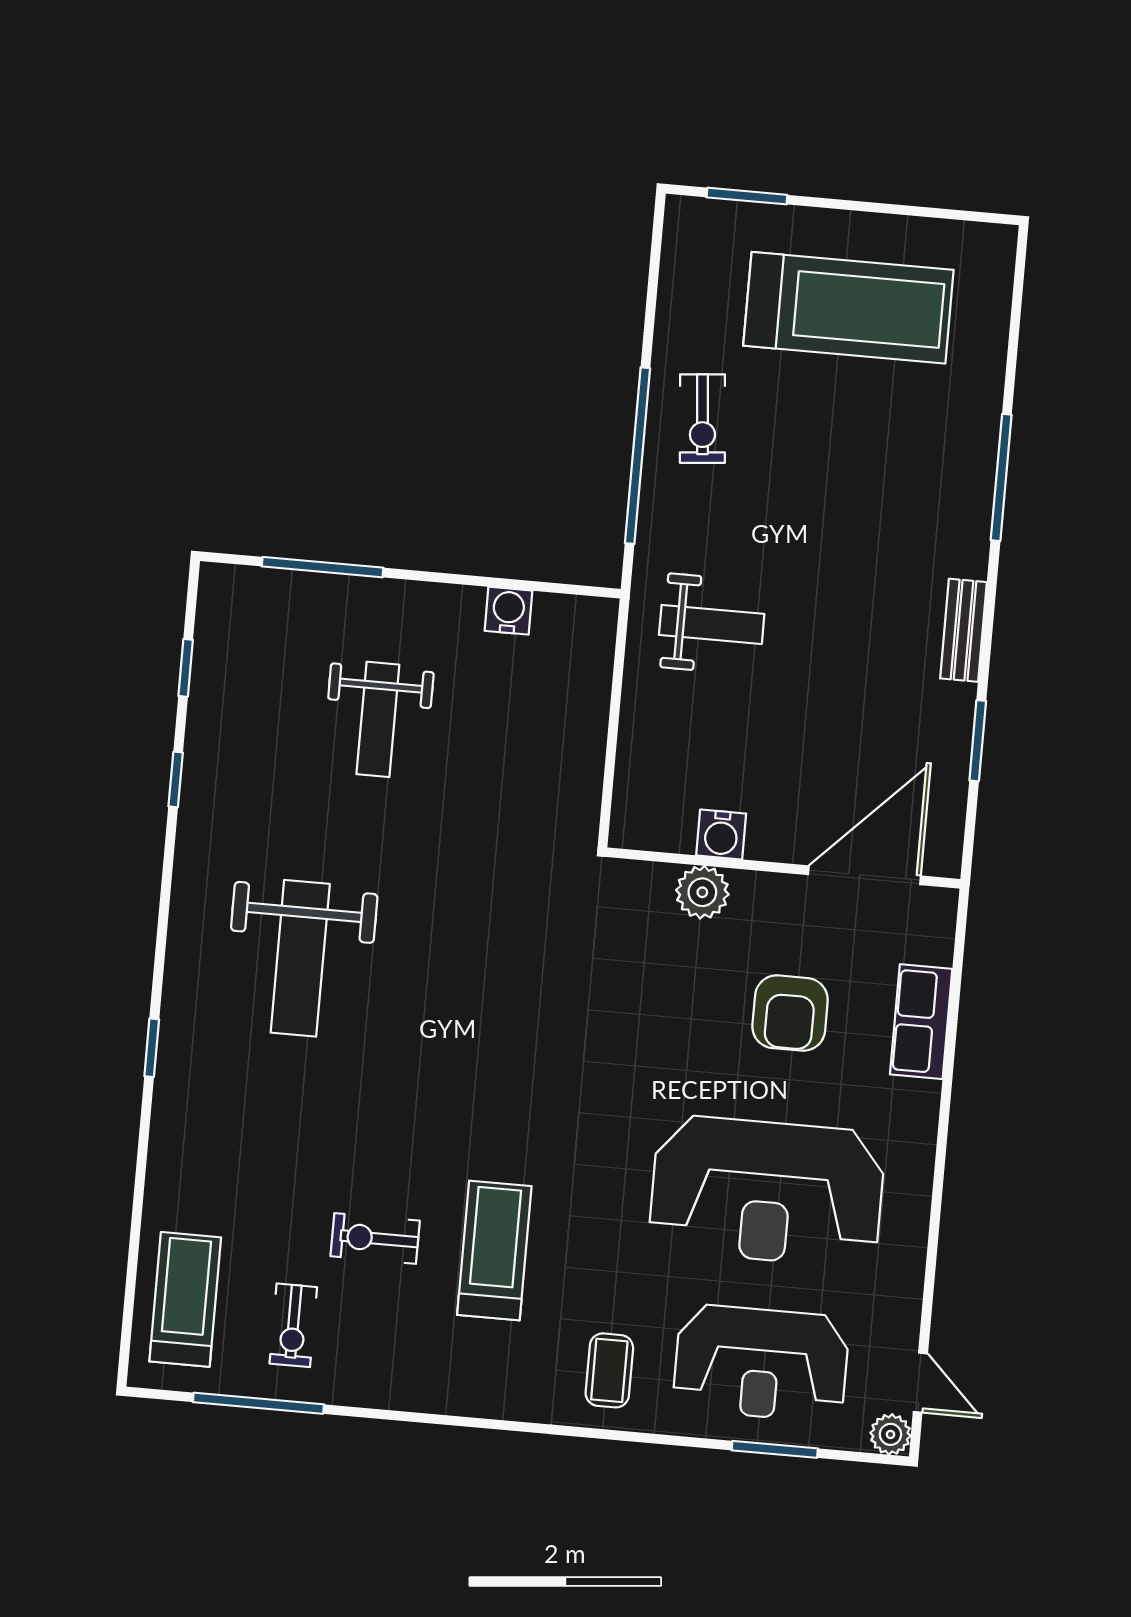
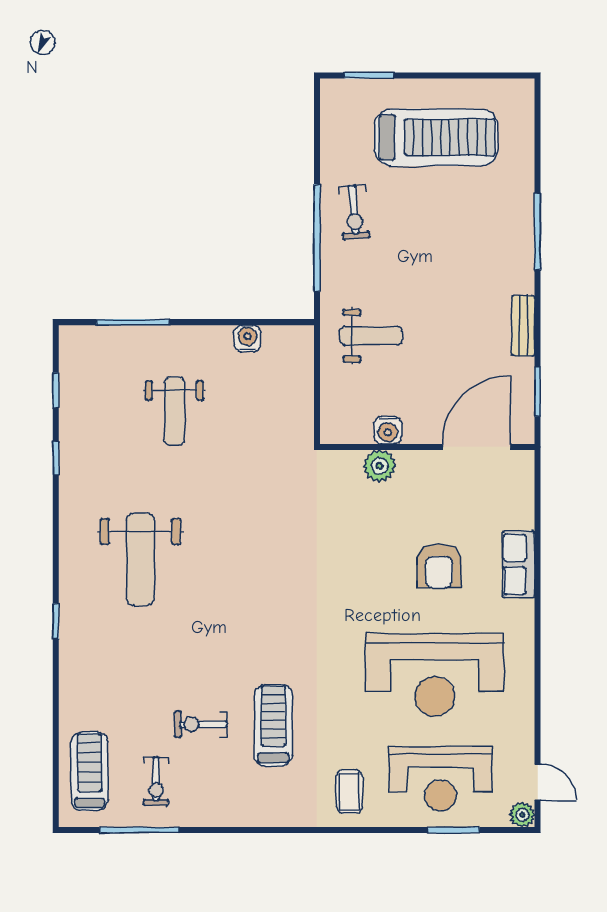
water cooler: (721, 835) -> (388, 430), moved
wall: (783, 868) -> (427, 447), moved
door: (864, 875) -> (476, 447), moved
plant: (702, 892) -> (380, 466), moved

